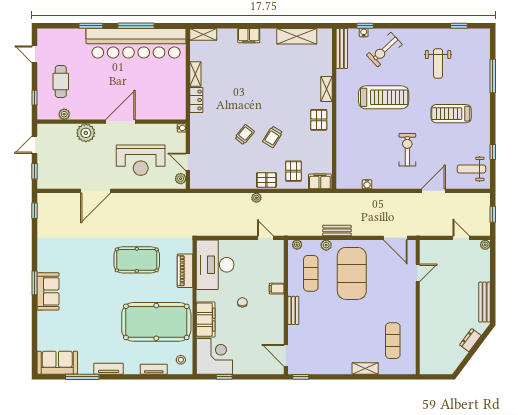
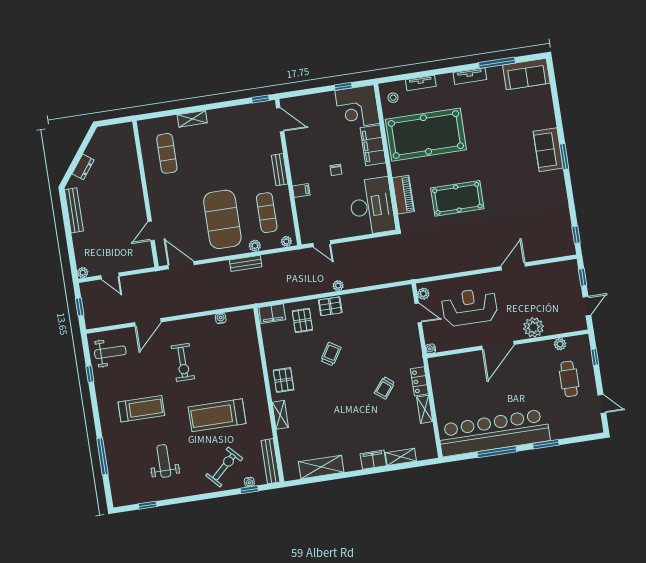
shelving: (203, 34) -> (401, 457), moved
trolley: (245, 135) -> (385, 388), moved
door: (96, 191) -> (513, 266), width x0.73

